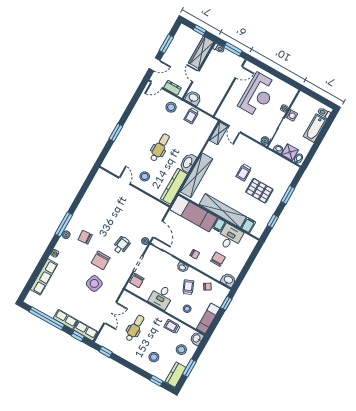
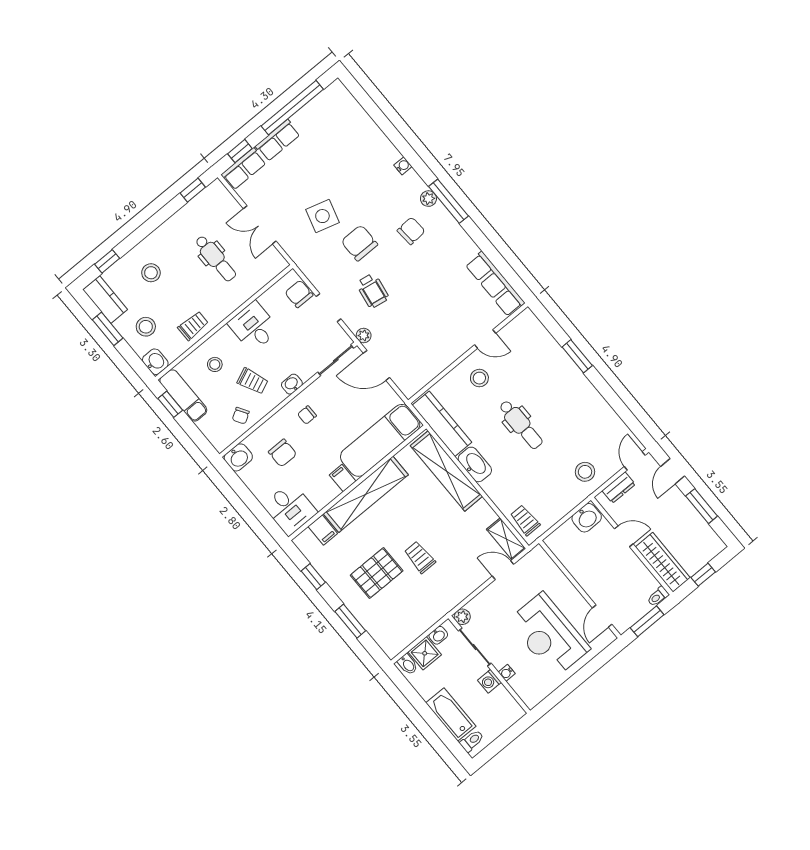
trolley: (191, 116) -> (525, 520), moved
desk: (230, 237) -> (290, 509), moved
row of seats: (44, 277) -> (495, 284), moved
window: (226, 303) -> (170, 404), moved

